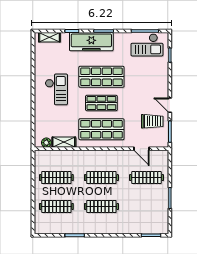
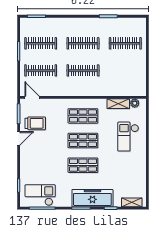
shop shelf: (101, 77) -> (83, 165), width x0.70, depth x0.74
checkout: (56, 89) -> (128, 137), moved
door: (170, 105) -> (19, 138), hinge flipped
trolley: (152, 121) -> (35, 123), turned 180
shop shelf: (101, 129) -> (83, 116), width x0.70, depth x0.74
door: (141, 149) -> (32, 97), moved
clothes rail: (56, 178) -> (41, 43), moved

